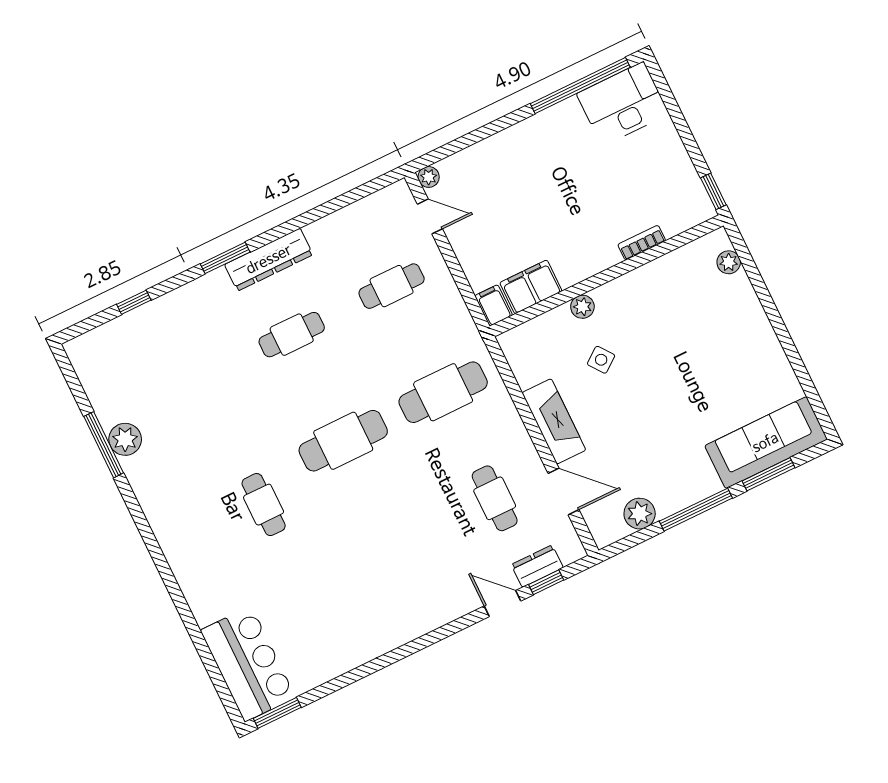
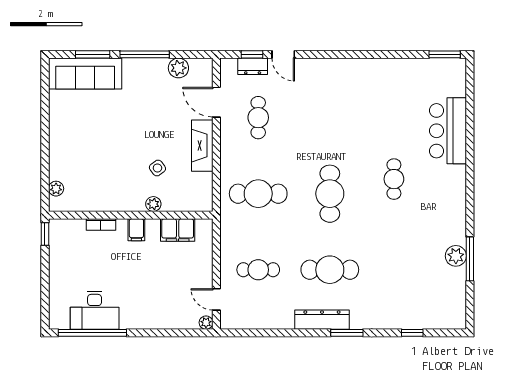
desk: (623, 104) -> (95, 310), moved
filing cabinet: (494, 305) -> (136, 230), moved
cafe table: (292, 335) -> (330, 270), width x1.37, depth x1.35
cafe table: (343, 441) -> (330, 194), turned 90
bar counter: (248, 664) -> (448, 131), moved

